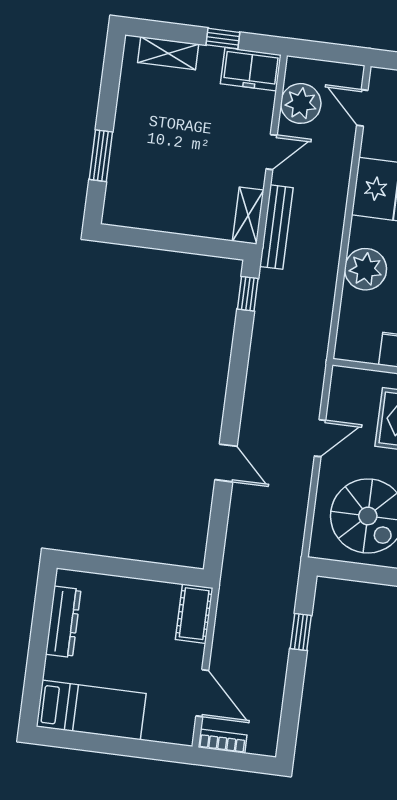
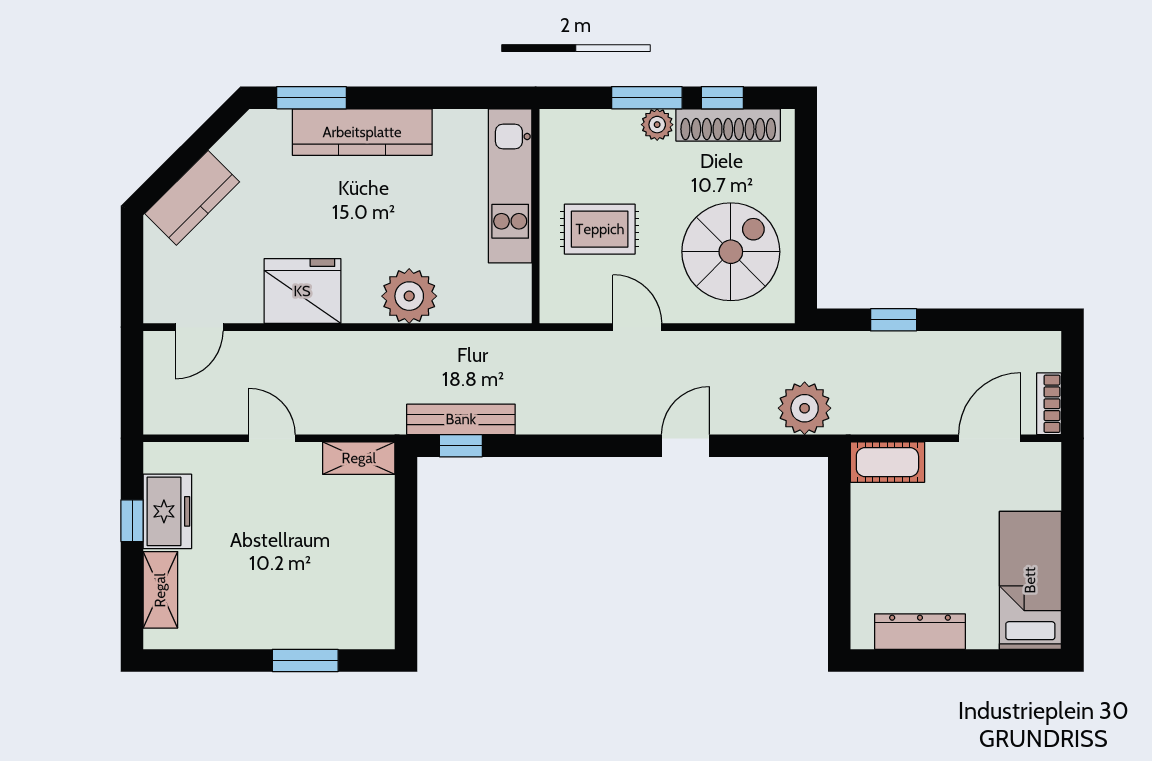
freezer: (251, 69) -> (167, 511), moved
plant: (301, 103) -> (805, 408), moved
bench: (276, 227) -> (461, 419), moved

